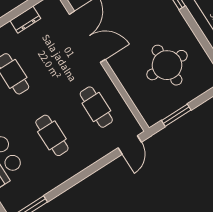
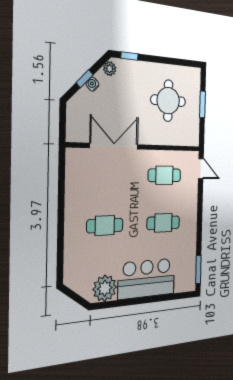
dresser: (25, 20) -> (72, 188), removed
window: (176, 115) -> (203, 104), moved

